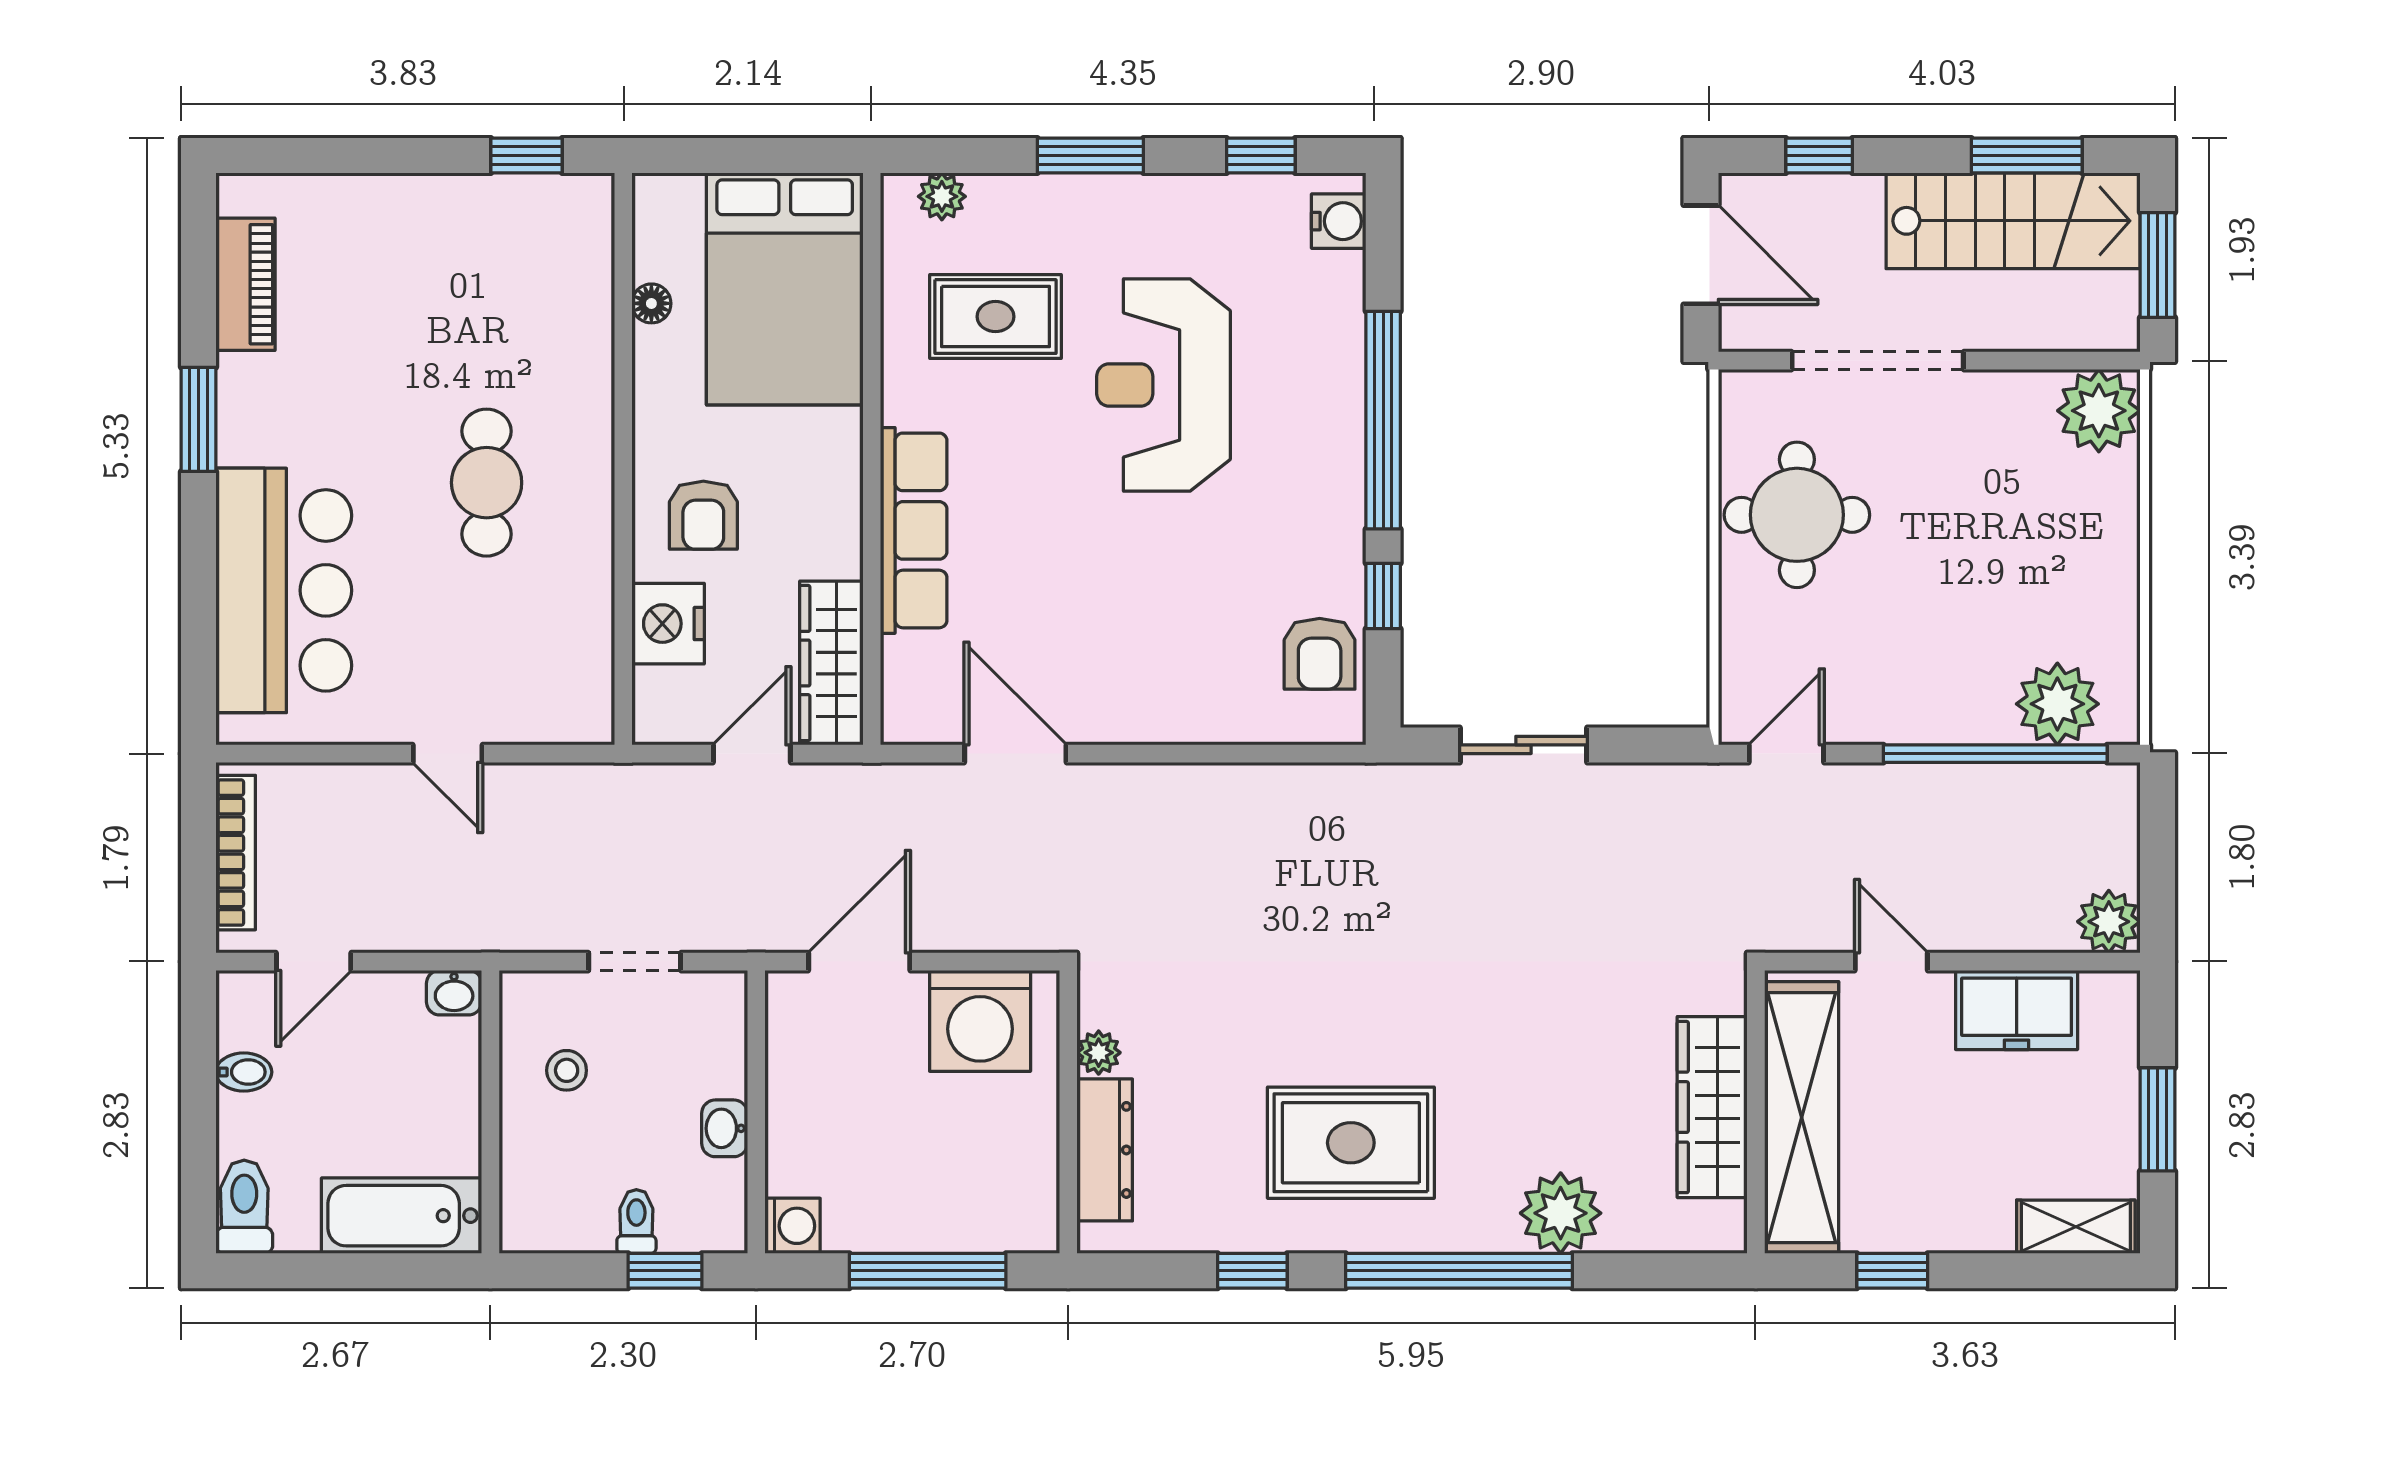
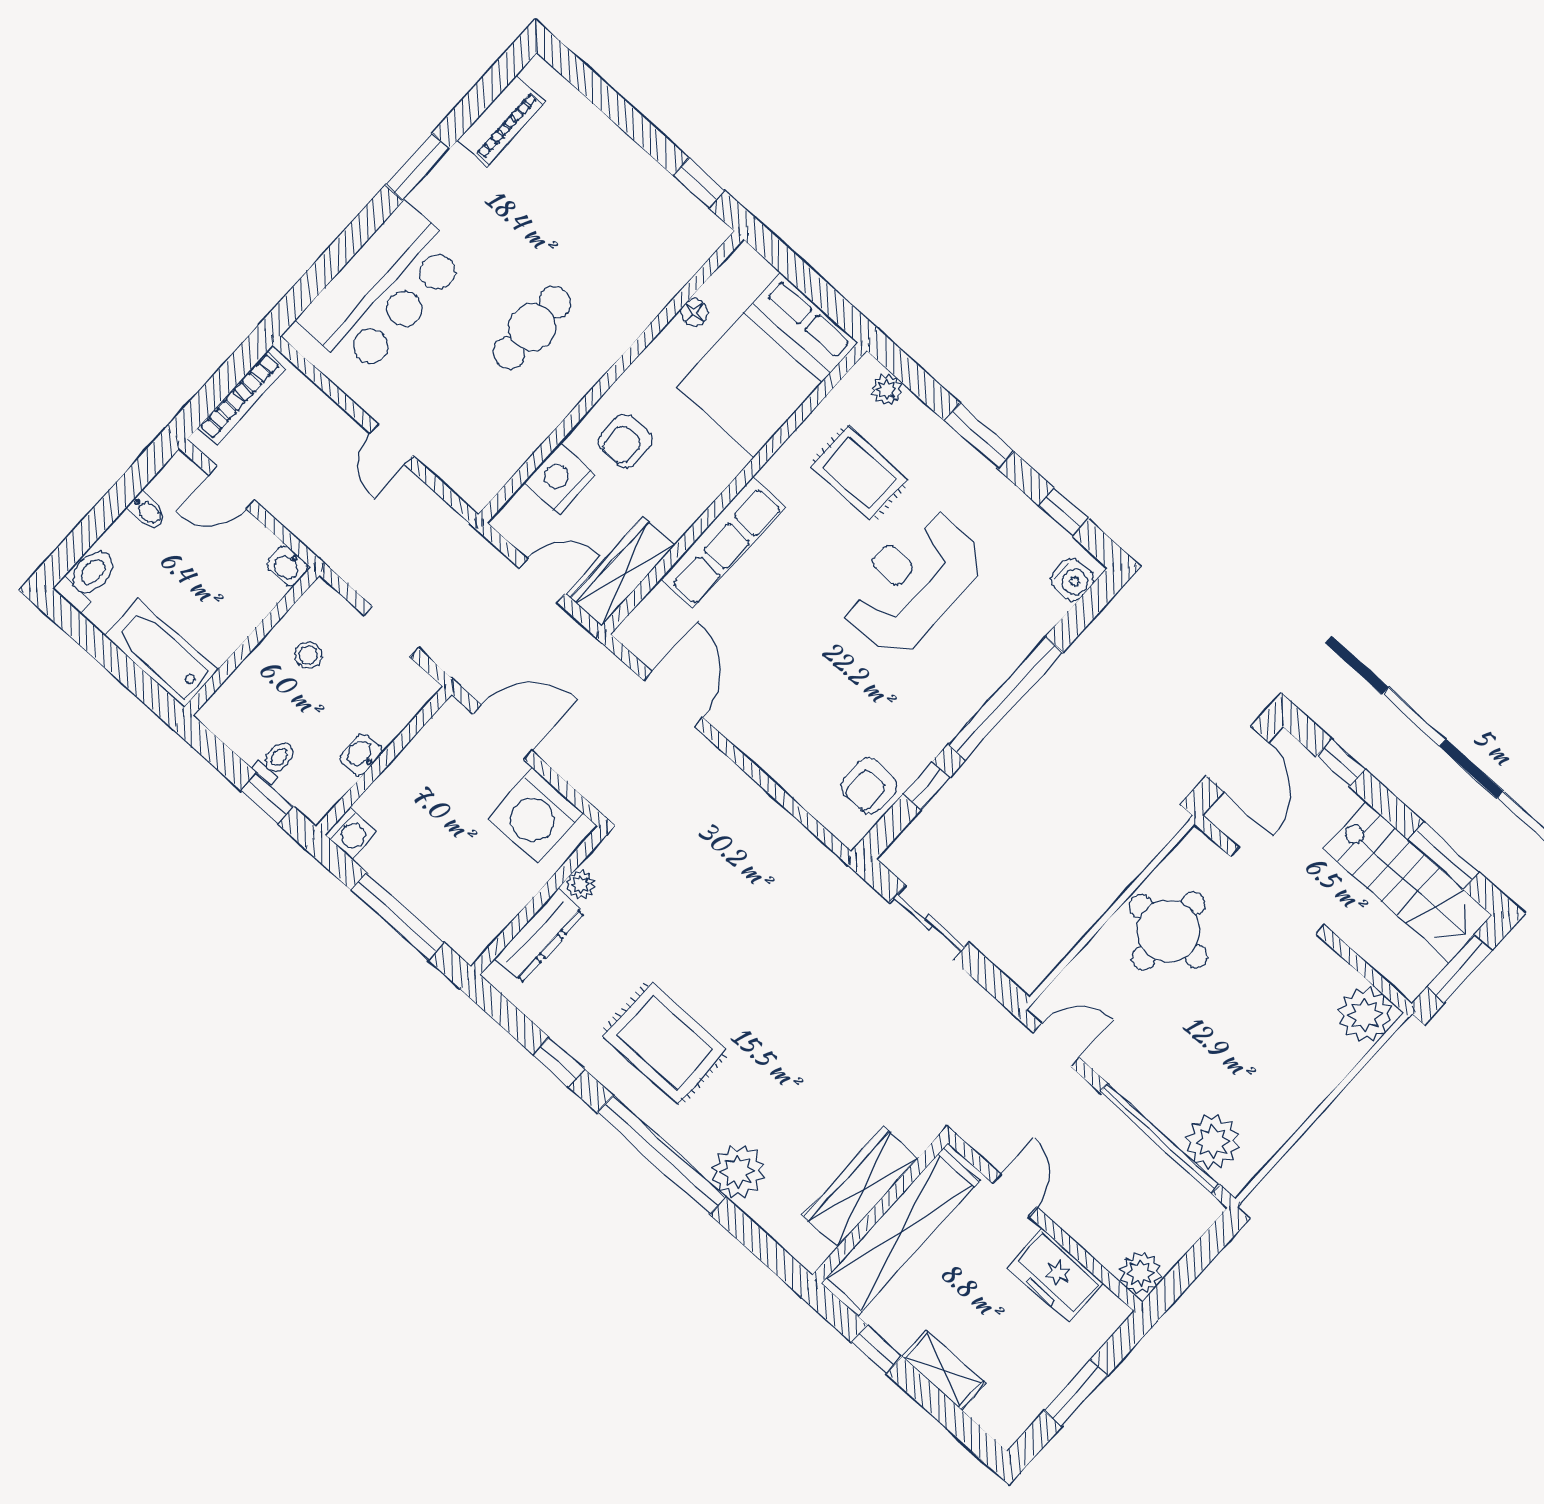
shelving: (2076, 1227) -> (943, 1370), moved

